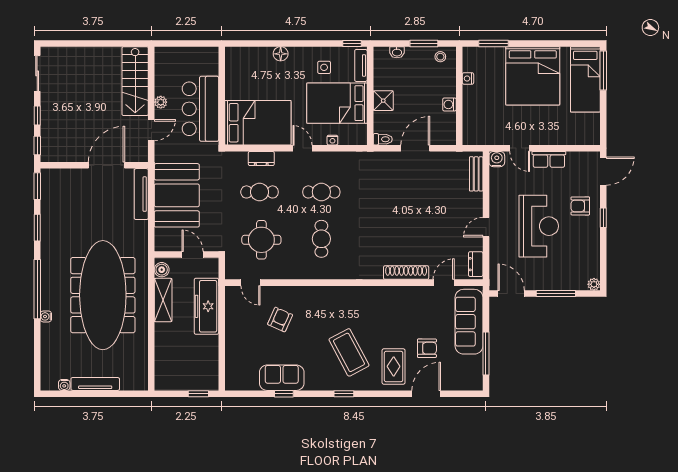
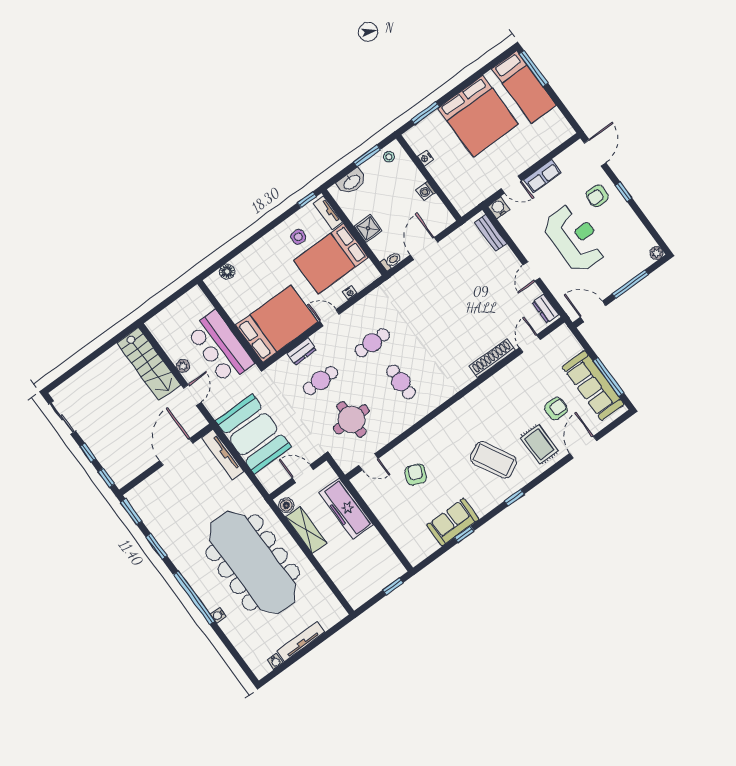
washbasin: (397, 52) -> (352, 182), width x1.91, depth x1.45
floor lamp: (281, 54) -> (227, 272), moved
sofa: (469, 322) -> (593, 385), moved

